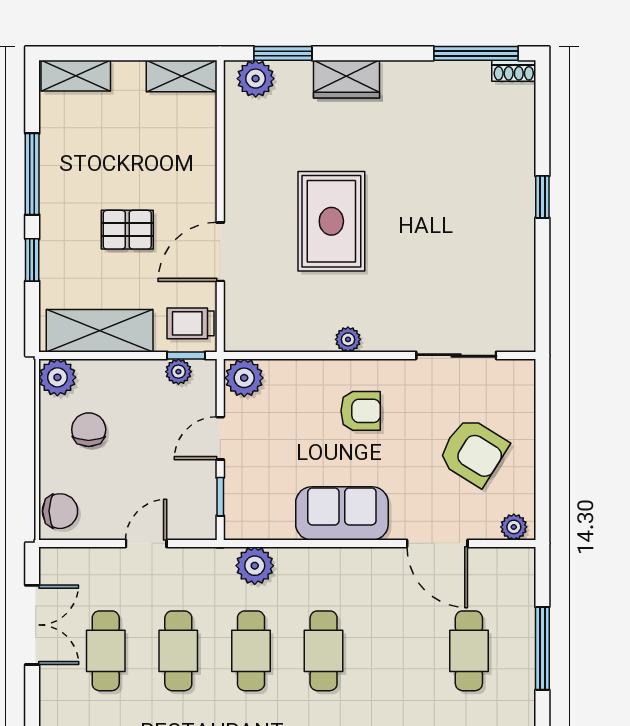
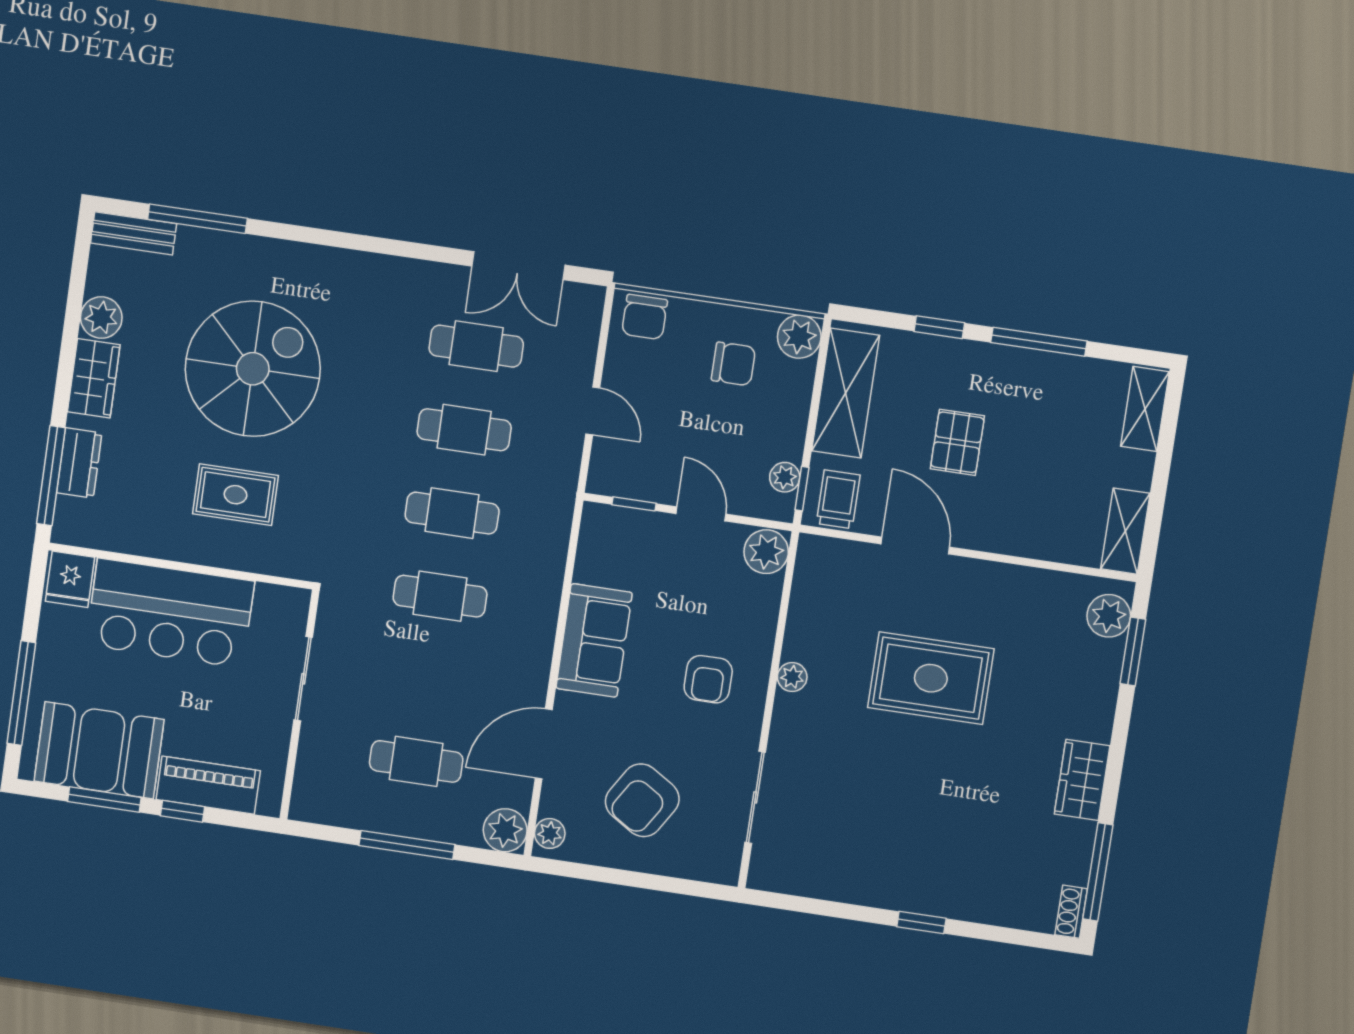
wardrobe: (347, 79) -> (1082, 780), moved
plant: (255, 566) -> (505, 830), moved

